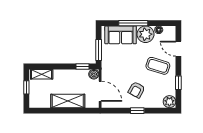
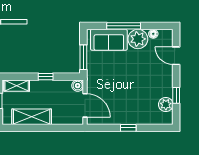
window: (83, 66) -> (46, 77), moved
coffee table: (158, 66) -> (152, 76), removed
armchair: (136, 90) -> (127, 104), removed
shelving: (68, 101) -> (32, 117), moved
plant: (169, 102) -> (166, 105), moved

